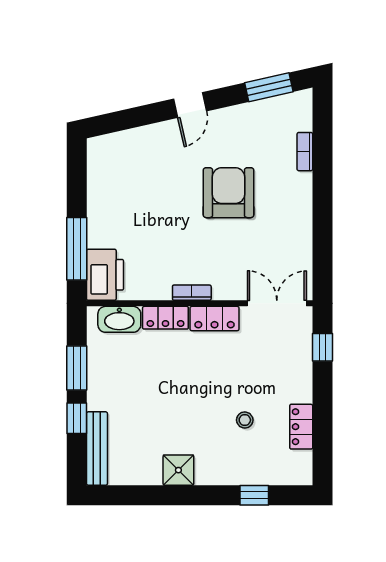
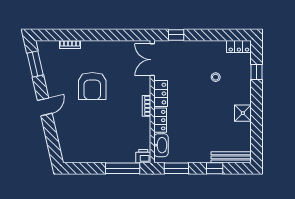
door: (190, 105) -> (45, 107), hinge flipped
armchair: (229, 193) -> (92, 86), turned -90
printer: (105, 275) -> (143, 156), width x0.53, depth x0.68
window: (77, 368) -> (176, 168), moved
locker: (301, 427) -> (239, 47), moved

